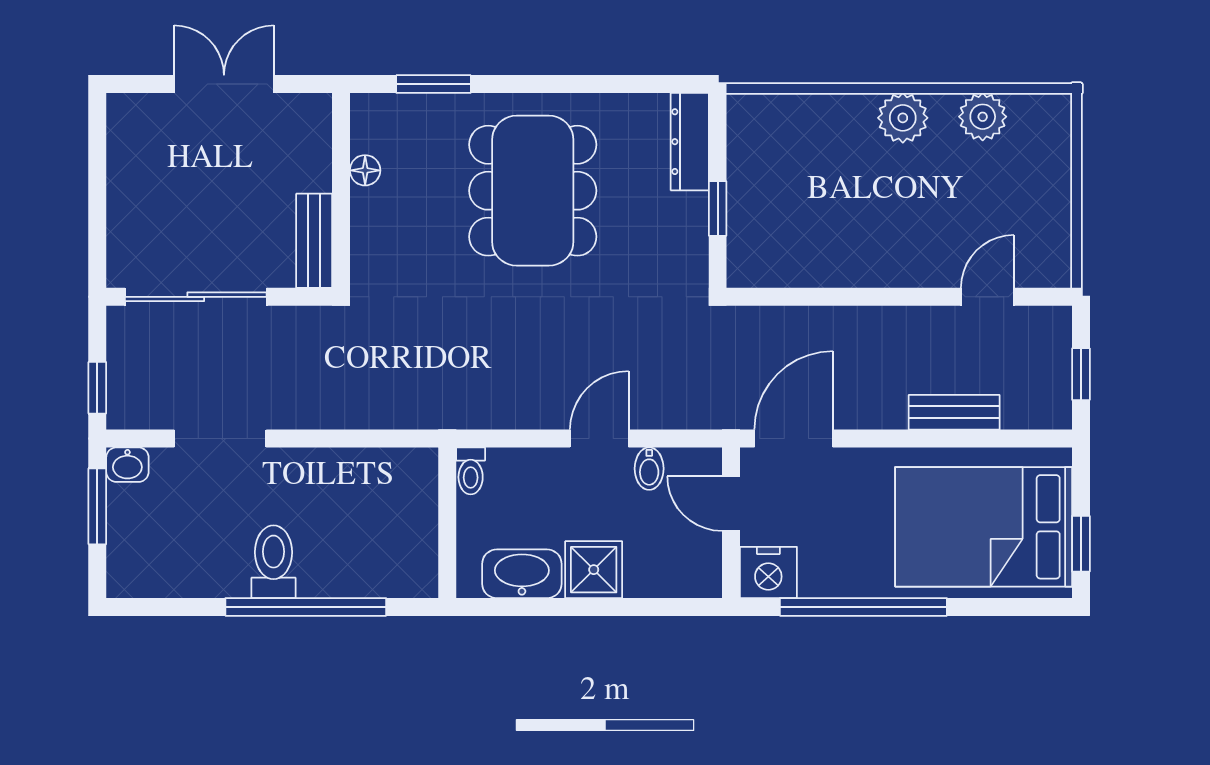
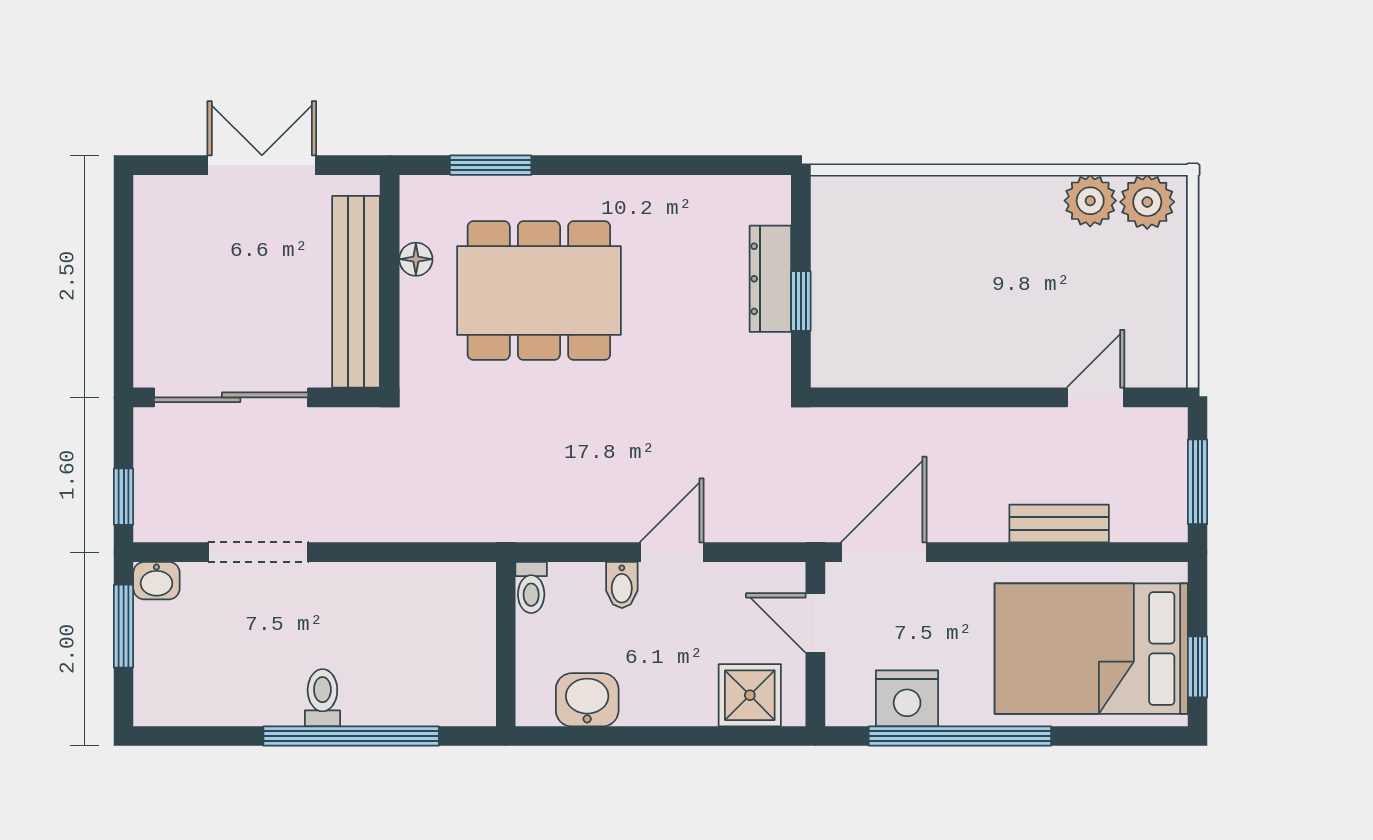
plant: (903, 118) -> (1147, 202), moved
dresser: (690, 142) -> (770, 279), moved
dining table: (533, 191) -> (539, 291), moved, turned 90
bench: (314, 241) -> (356, 292), width x1.86, depth x1.21
window: (1081, 374) -> (1198, 482), width x1.50
bidet: (649, 469) -> (622, 585), moved
toilet: (273, 562) -> (322, 698), width x0.73, depth x0.72
shower: (594, 570) -> (750, 695), moved
nightstand: (768, 572) -> (907, 698), moved
washbasin: (522, 574) -> (587, 700), width x0.72

